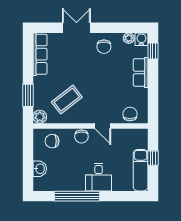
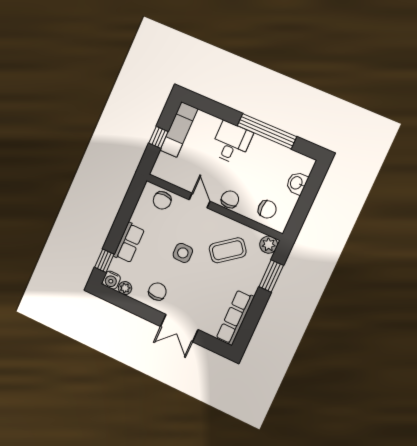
side table: (98, 83) -> (183, 253), added

